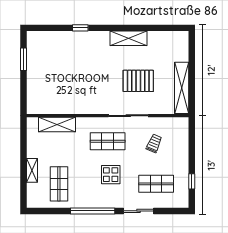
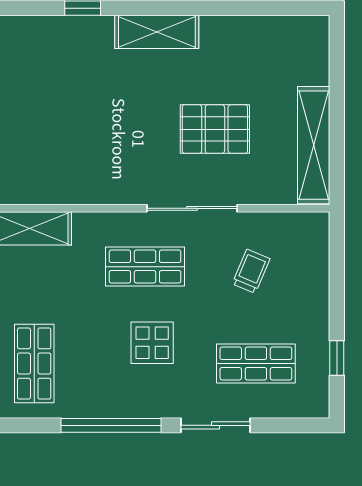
shelving: (129, 38) -> (157, 32), moved

